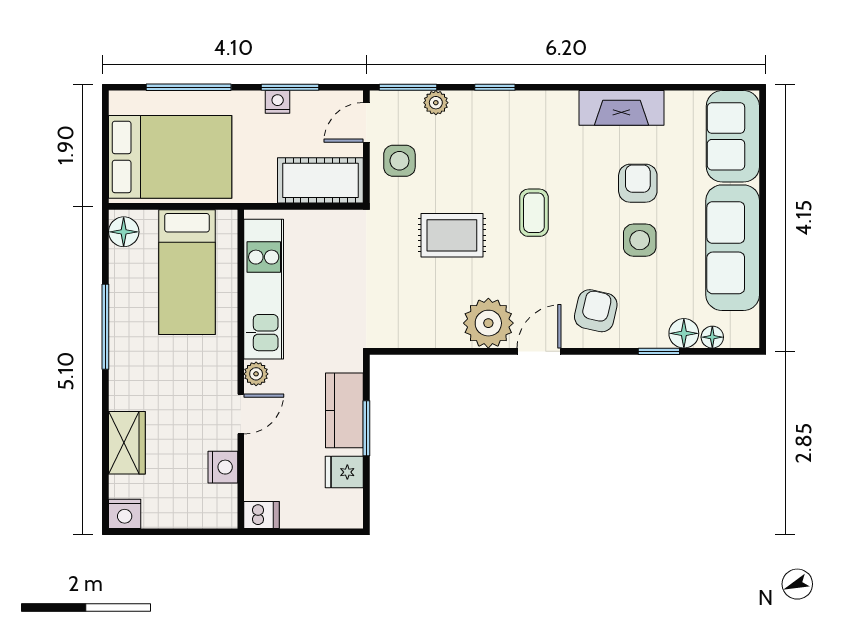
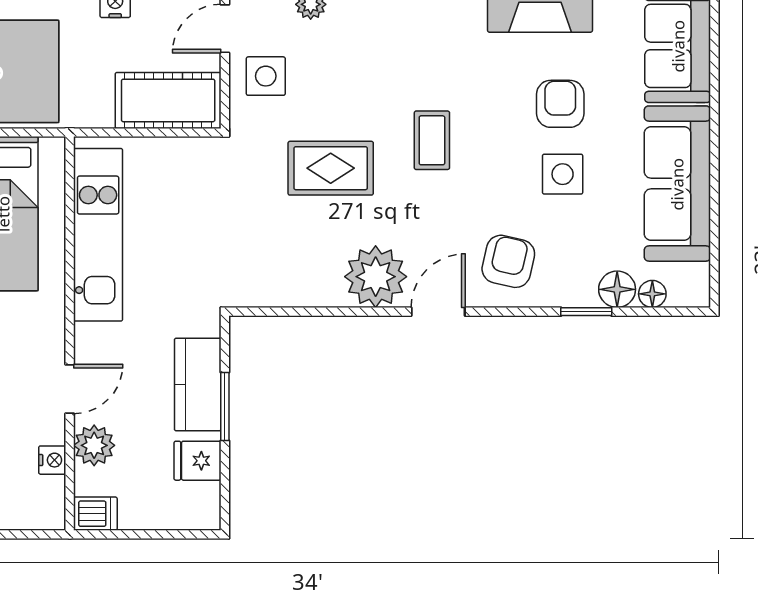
plant: (256, 374) -> (94, 445), moved, width x1.38, depth x1.38
nightstand: (223, 467) -> (52, 460), width x0.72, depth x0.74

